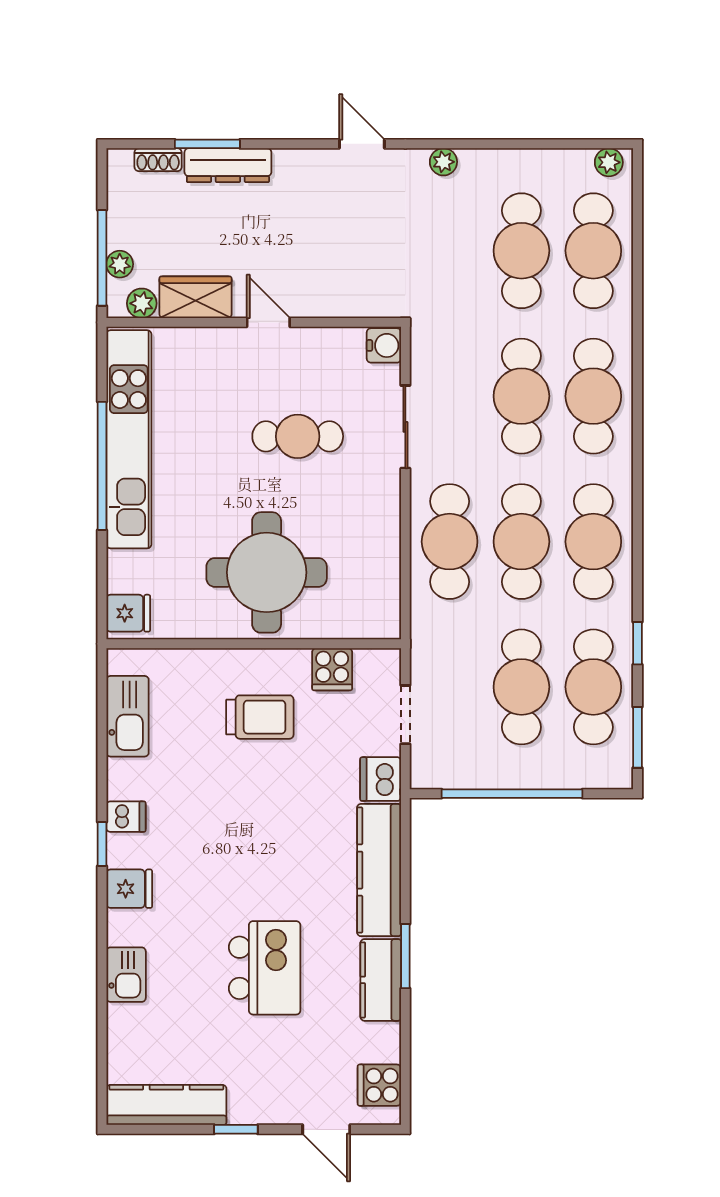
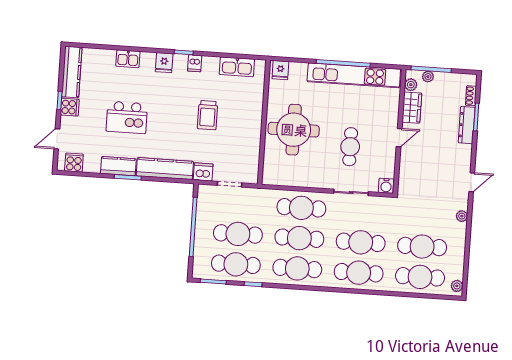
cooker: (332, 669) -> (70, 107), moved, turned 180
trolley: (260, 717) -> (208, 115), moved

